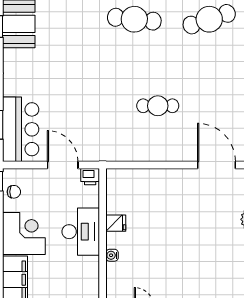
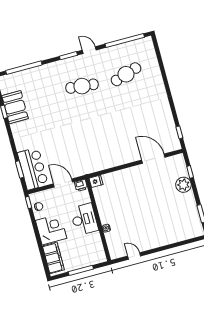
cafe table: (158, 106) -> (109, 133), removed
fridge: (116, 223) -> (96, 181), moved

